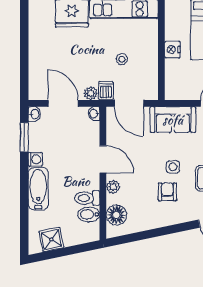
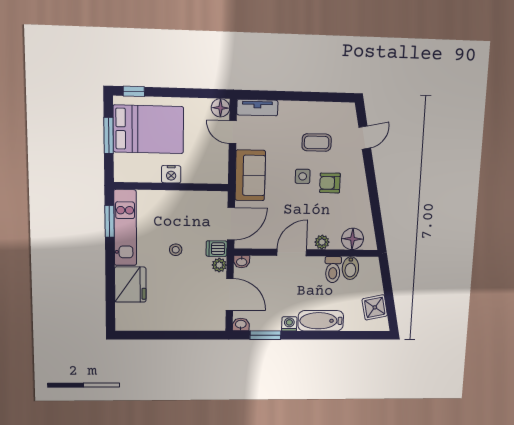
stool: (122, 59) -> (176, 250), moved
door: (63, 103) -> (230, 294), swing flipped

